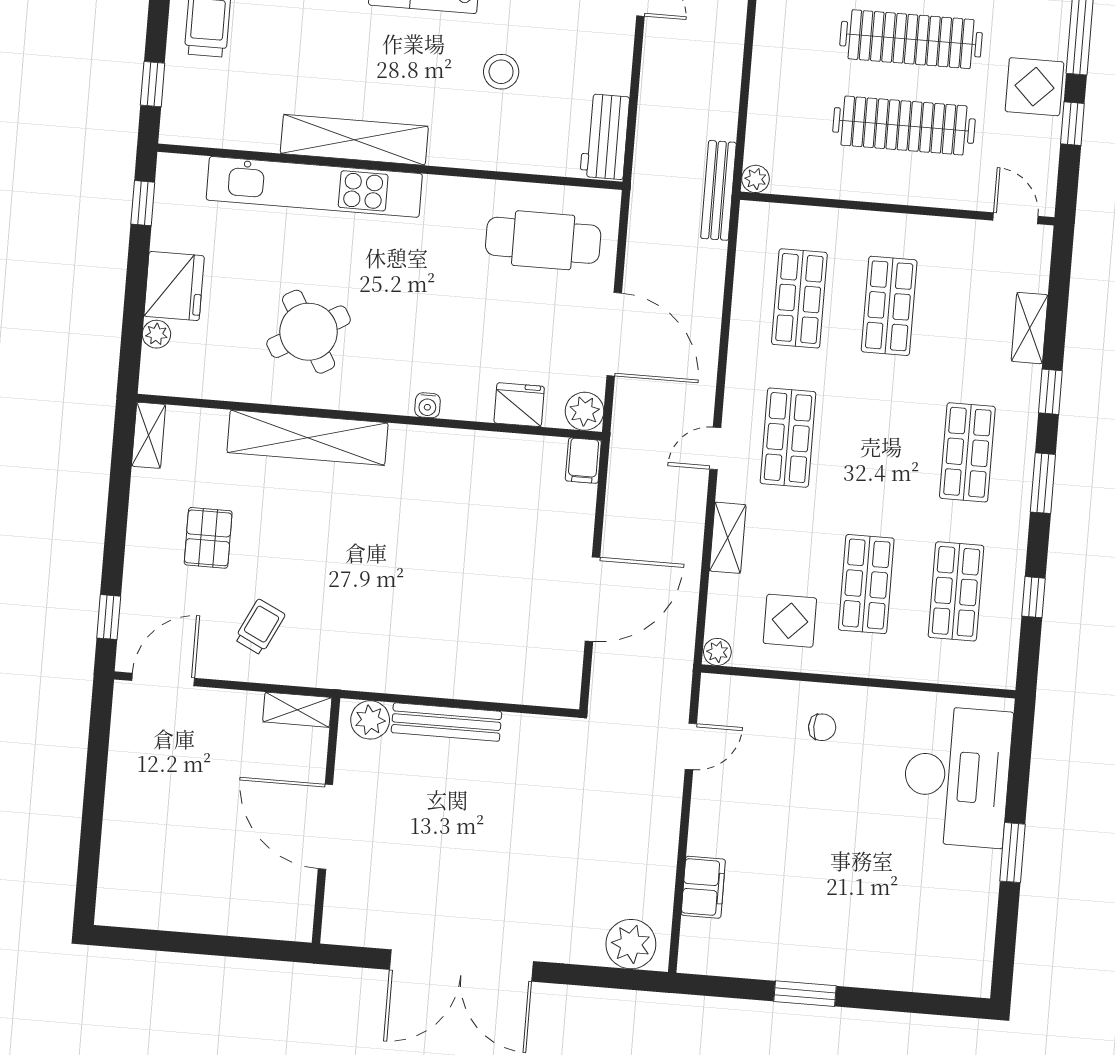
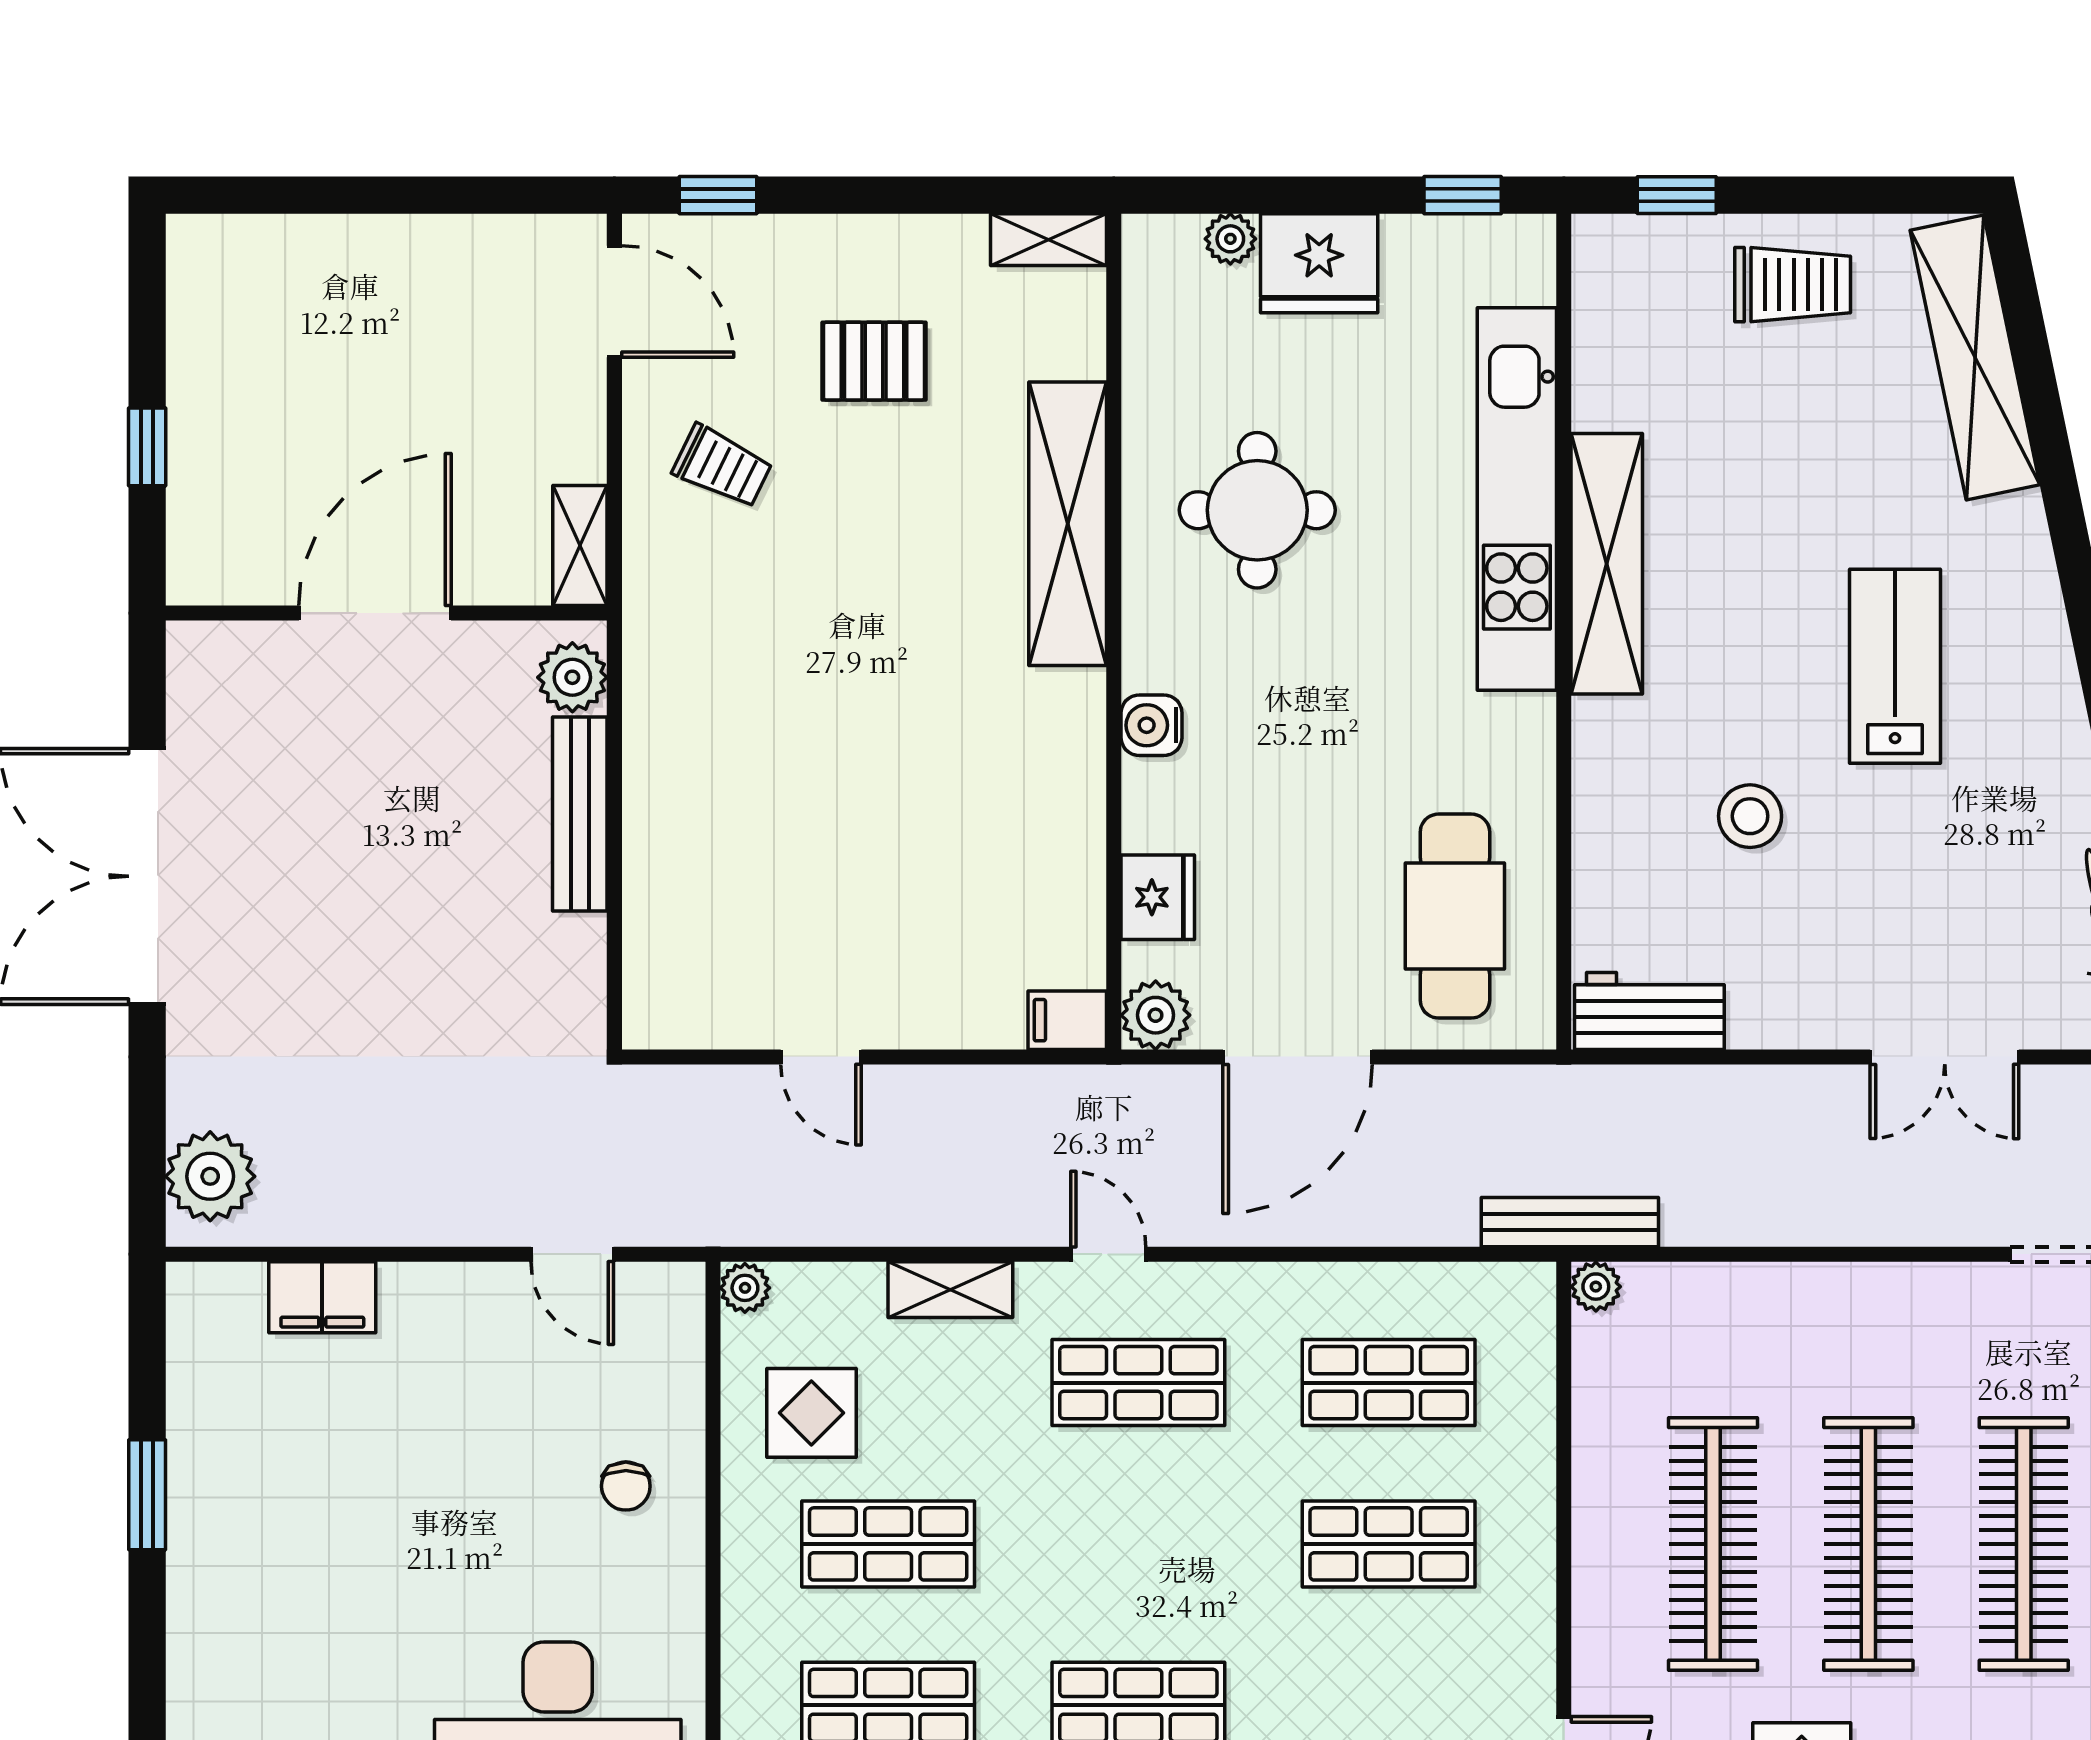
round table: (309, 332) -> (1257, 510), turned 30
water cooler: (428, 405) -> (1152, 725), width x1.38, depth x1.38
door: (592, 599) -> (821, 1057), width x0.53
window: (223, 946) -> (147, 447), added

